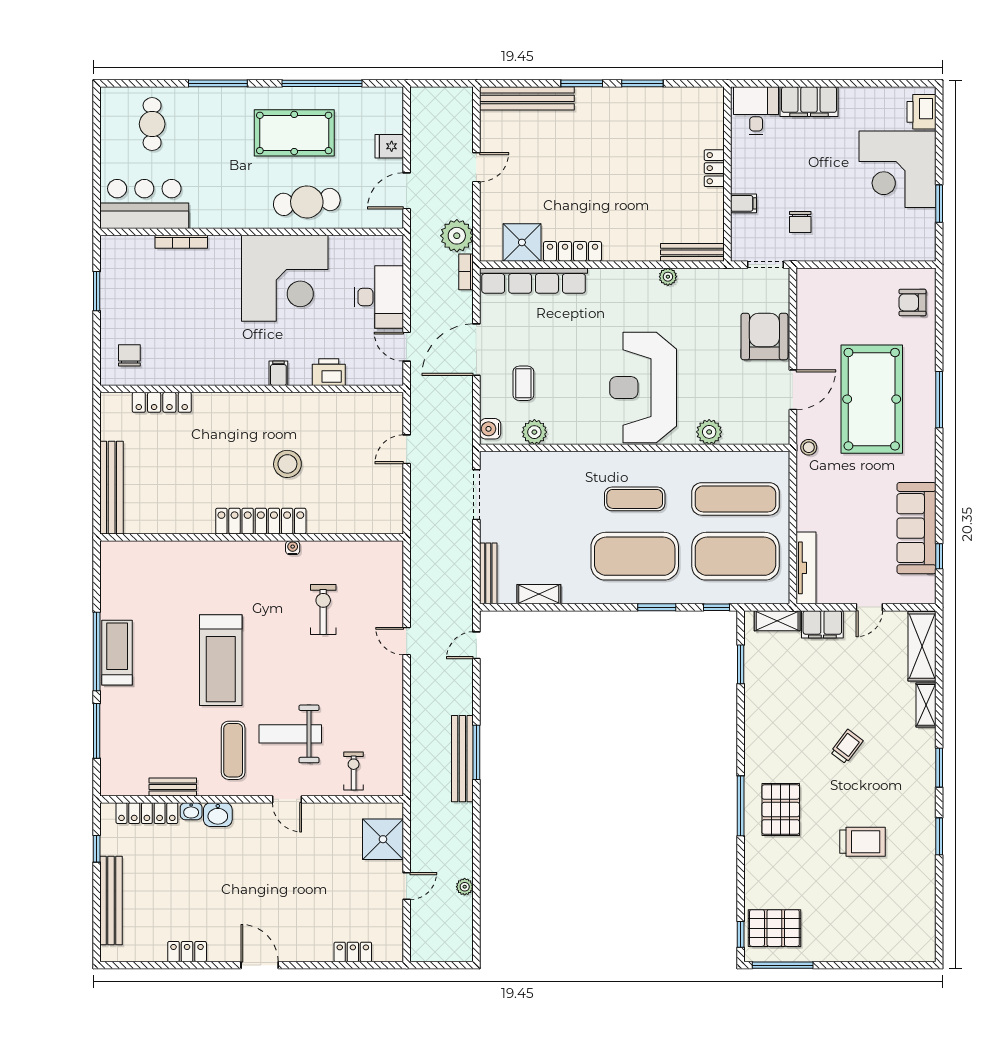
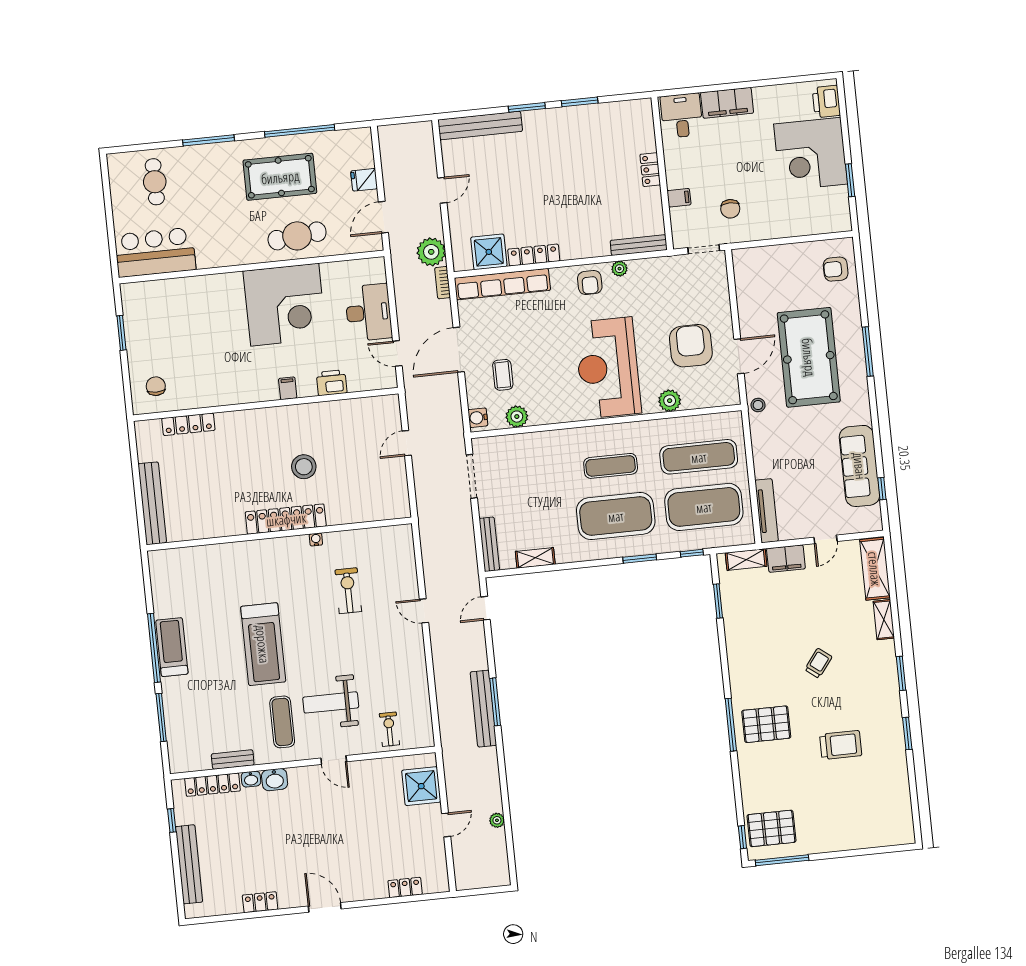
bookcase: (181, 242) -> (191, 282), removed
armchair: (633, 289) -> (590, 283), added
armchair: (764, 337) -> (691, 346), moved
pallet: (781, 809) -> (766, 724), turned 90

